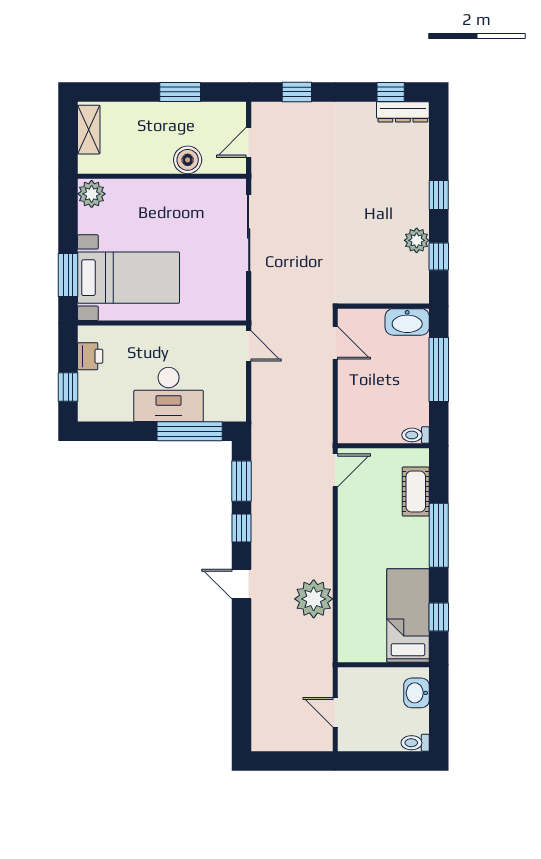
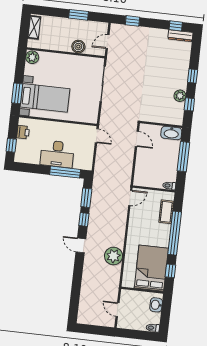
window: (439, 535) -> (175, 233), width x1.46
bed: (408, 615) -> (151, 268), width x1.50

